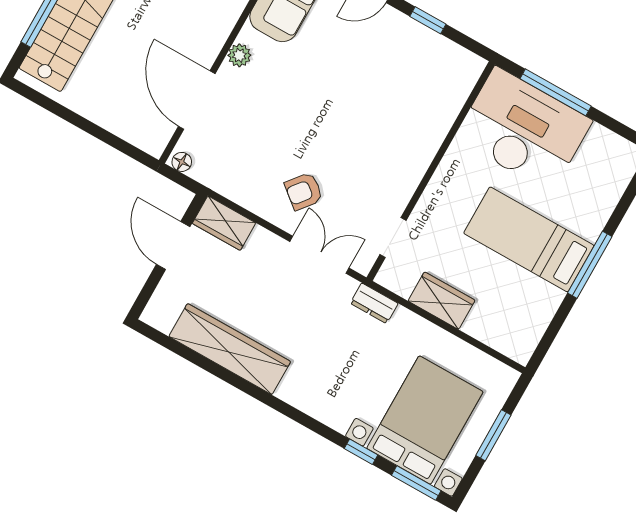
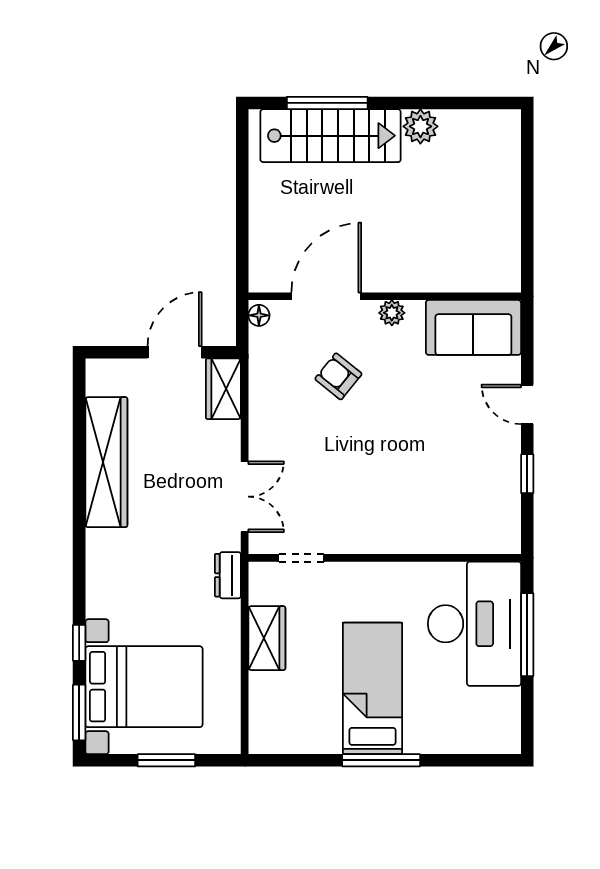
armchair: (304, 191) -> (338, 376), moved

